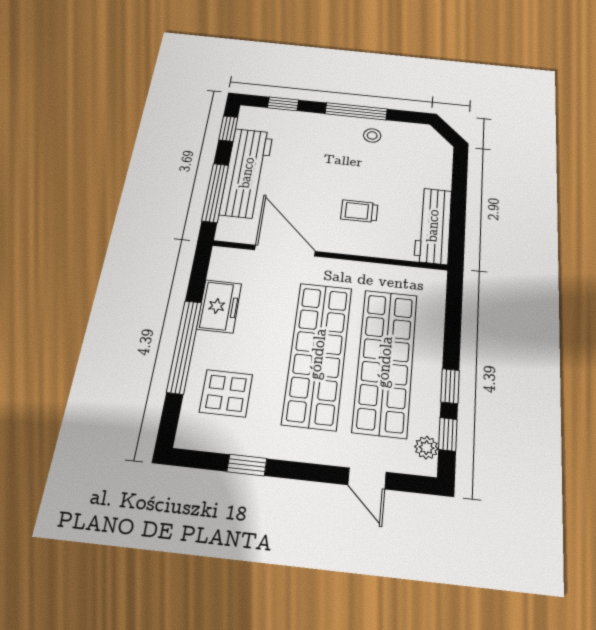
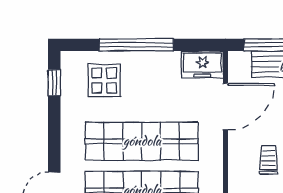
freezer: (219, 306) -> (202, 64), moved
window: (247, 465) -> (54, 83), moved

